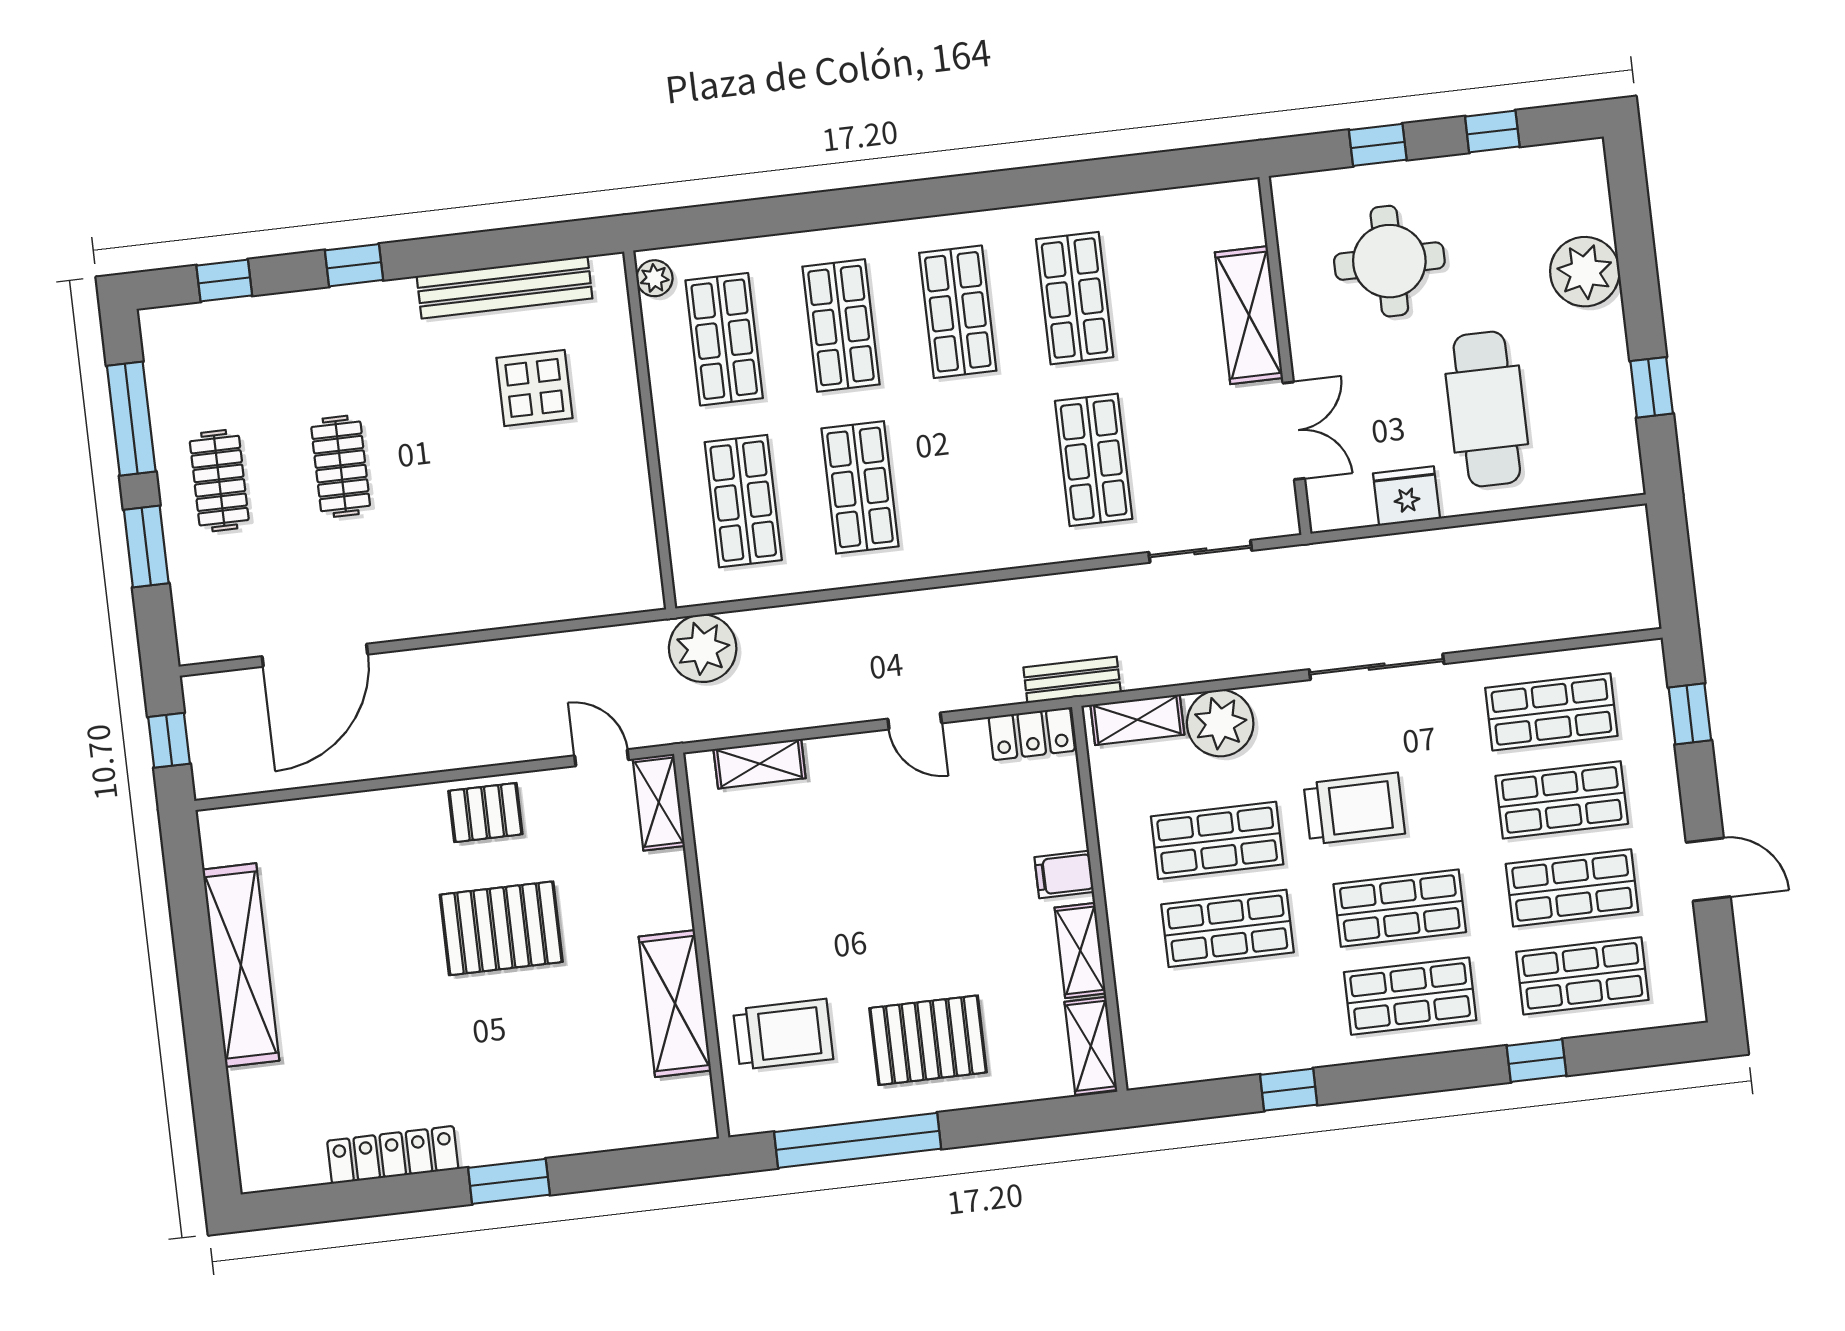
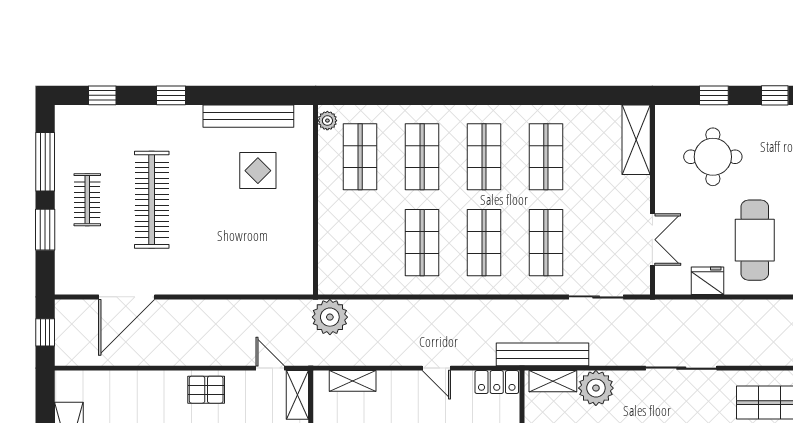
shelving: (1249, 315) -> (636, 140), moved
clothes rail: (341, 466) -> (152, 200), width x1.86, depth x1.31
shop shelf: (743, 501) -> (484, 243), moved
bench: (1072, 680) -> (543, 354), width x1.86, depth x1.21

